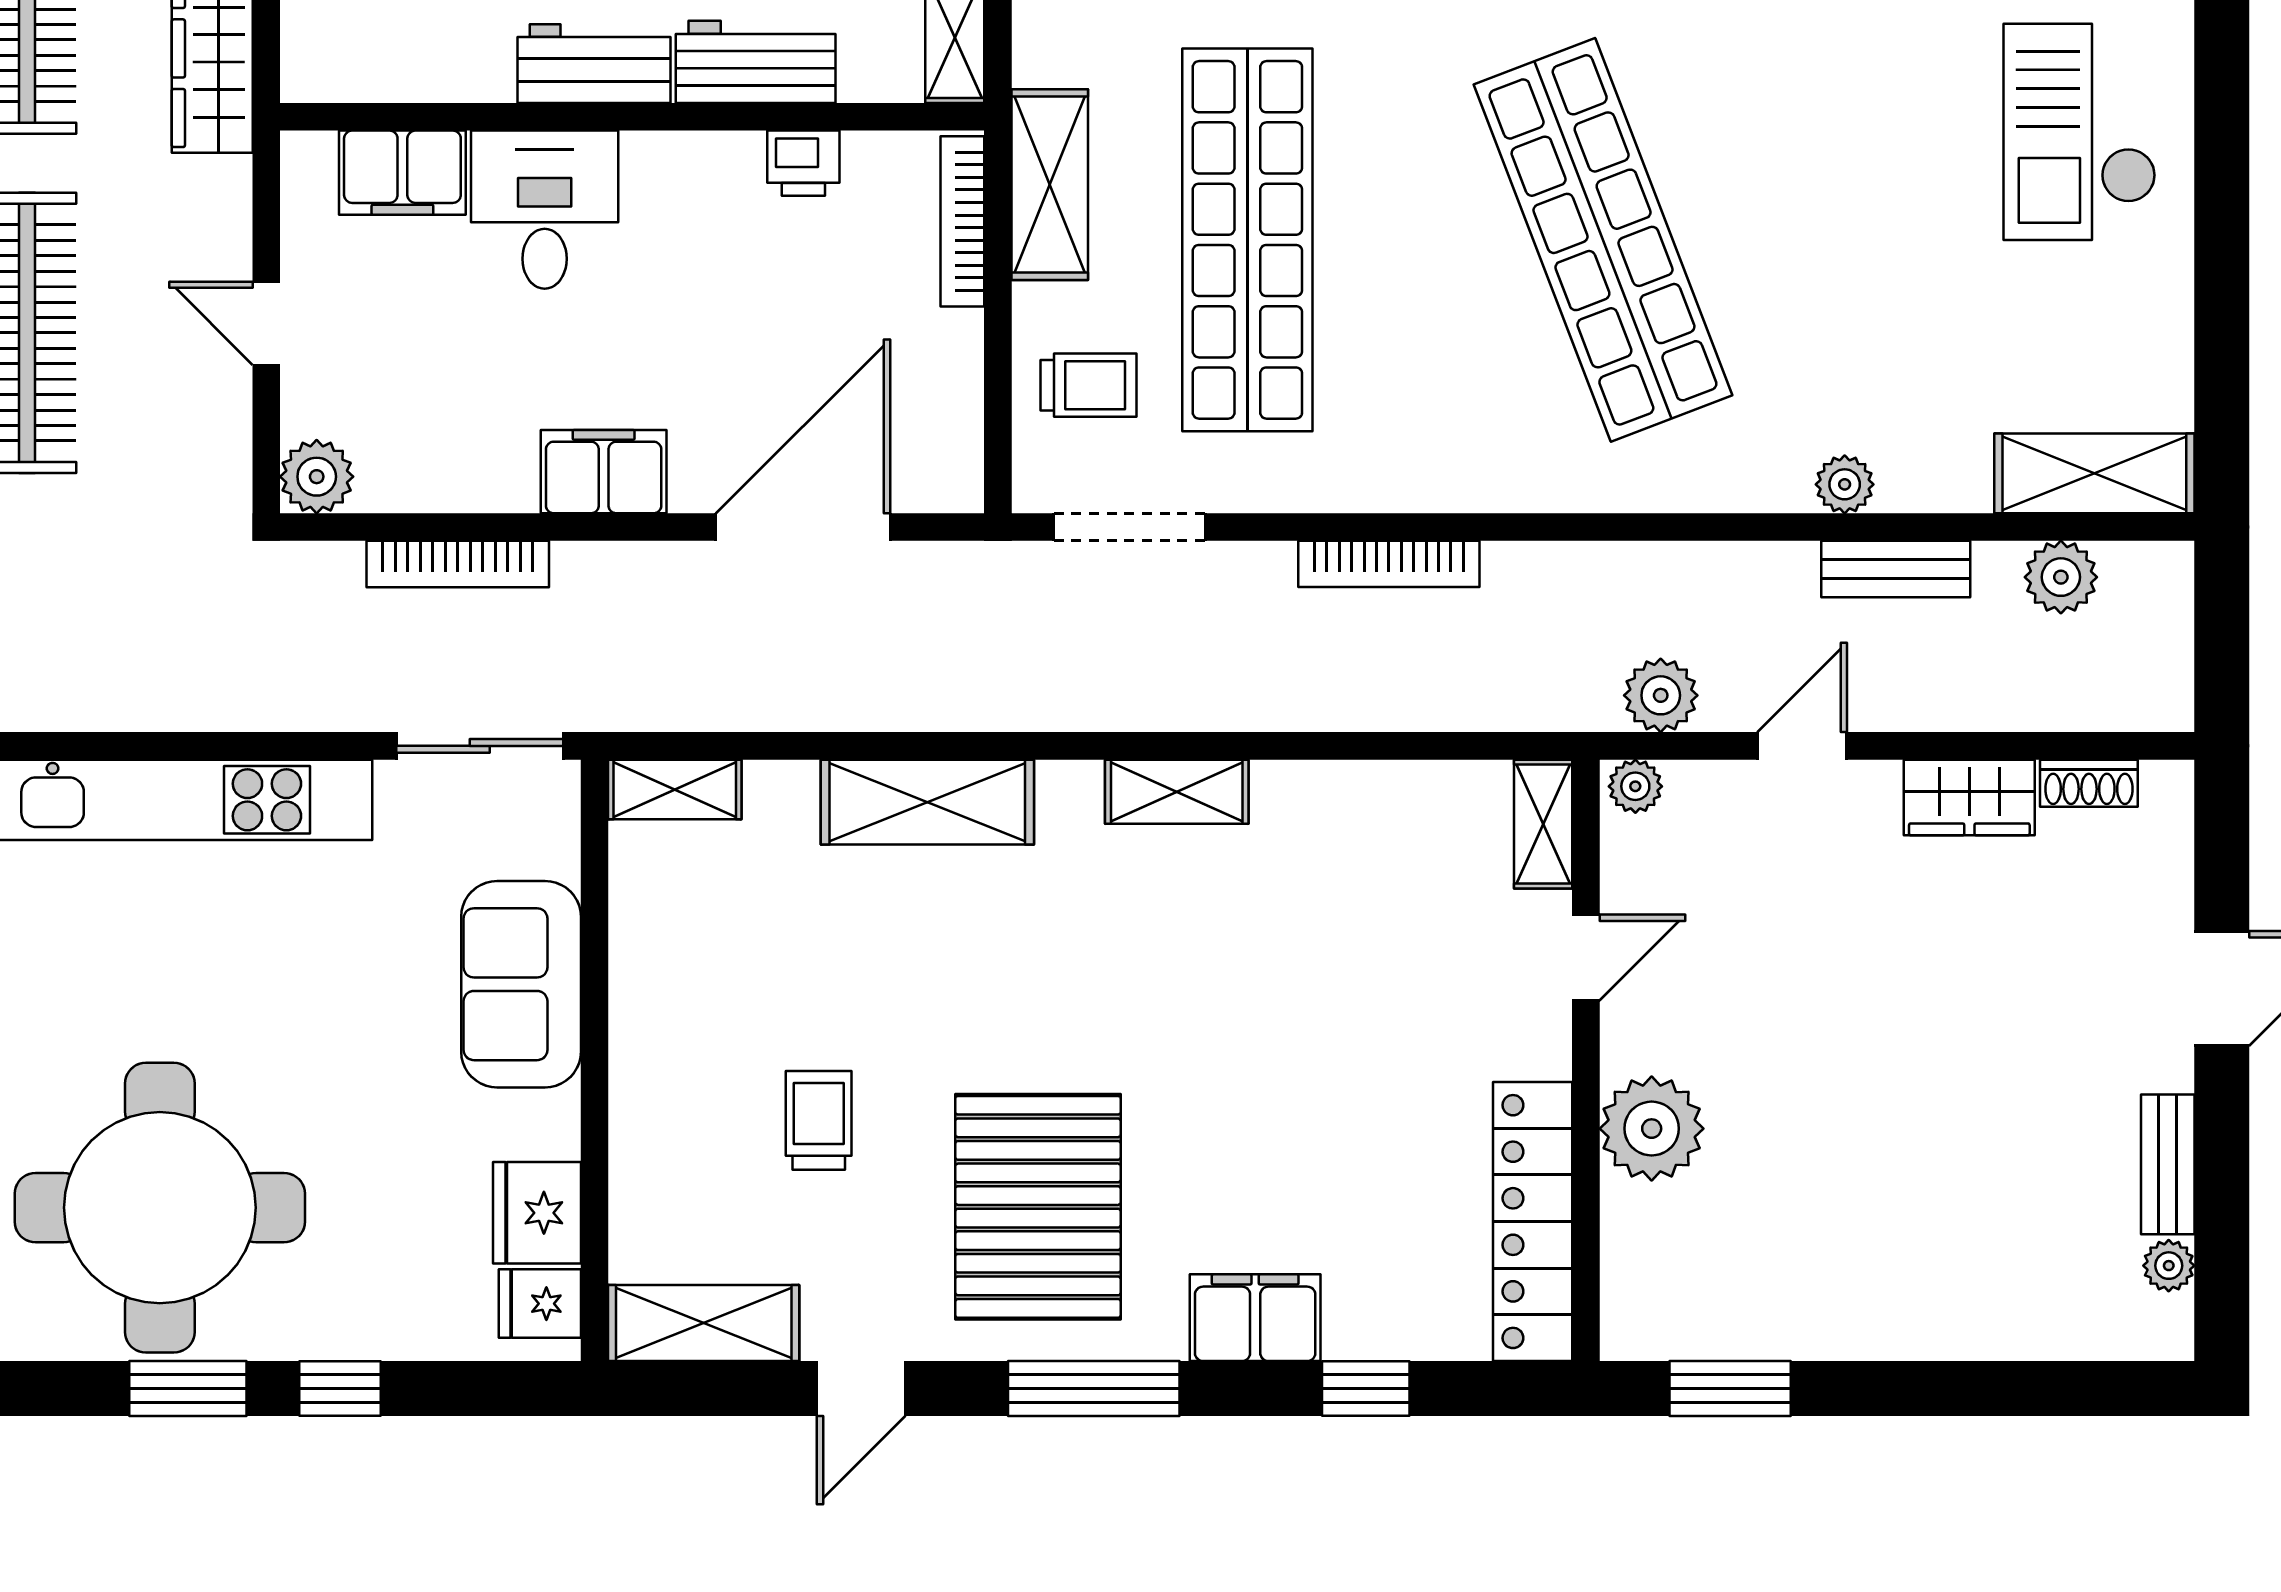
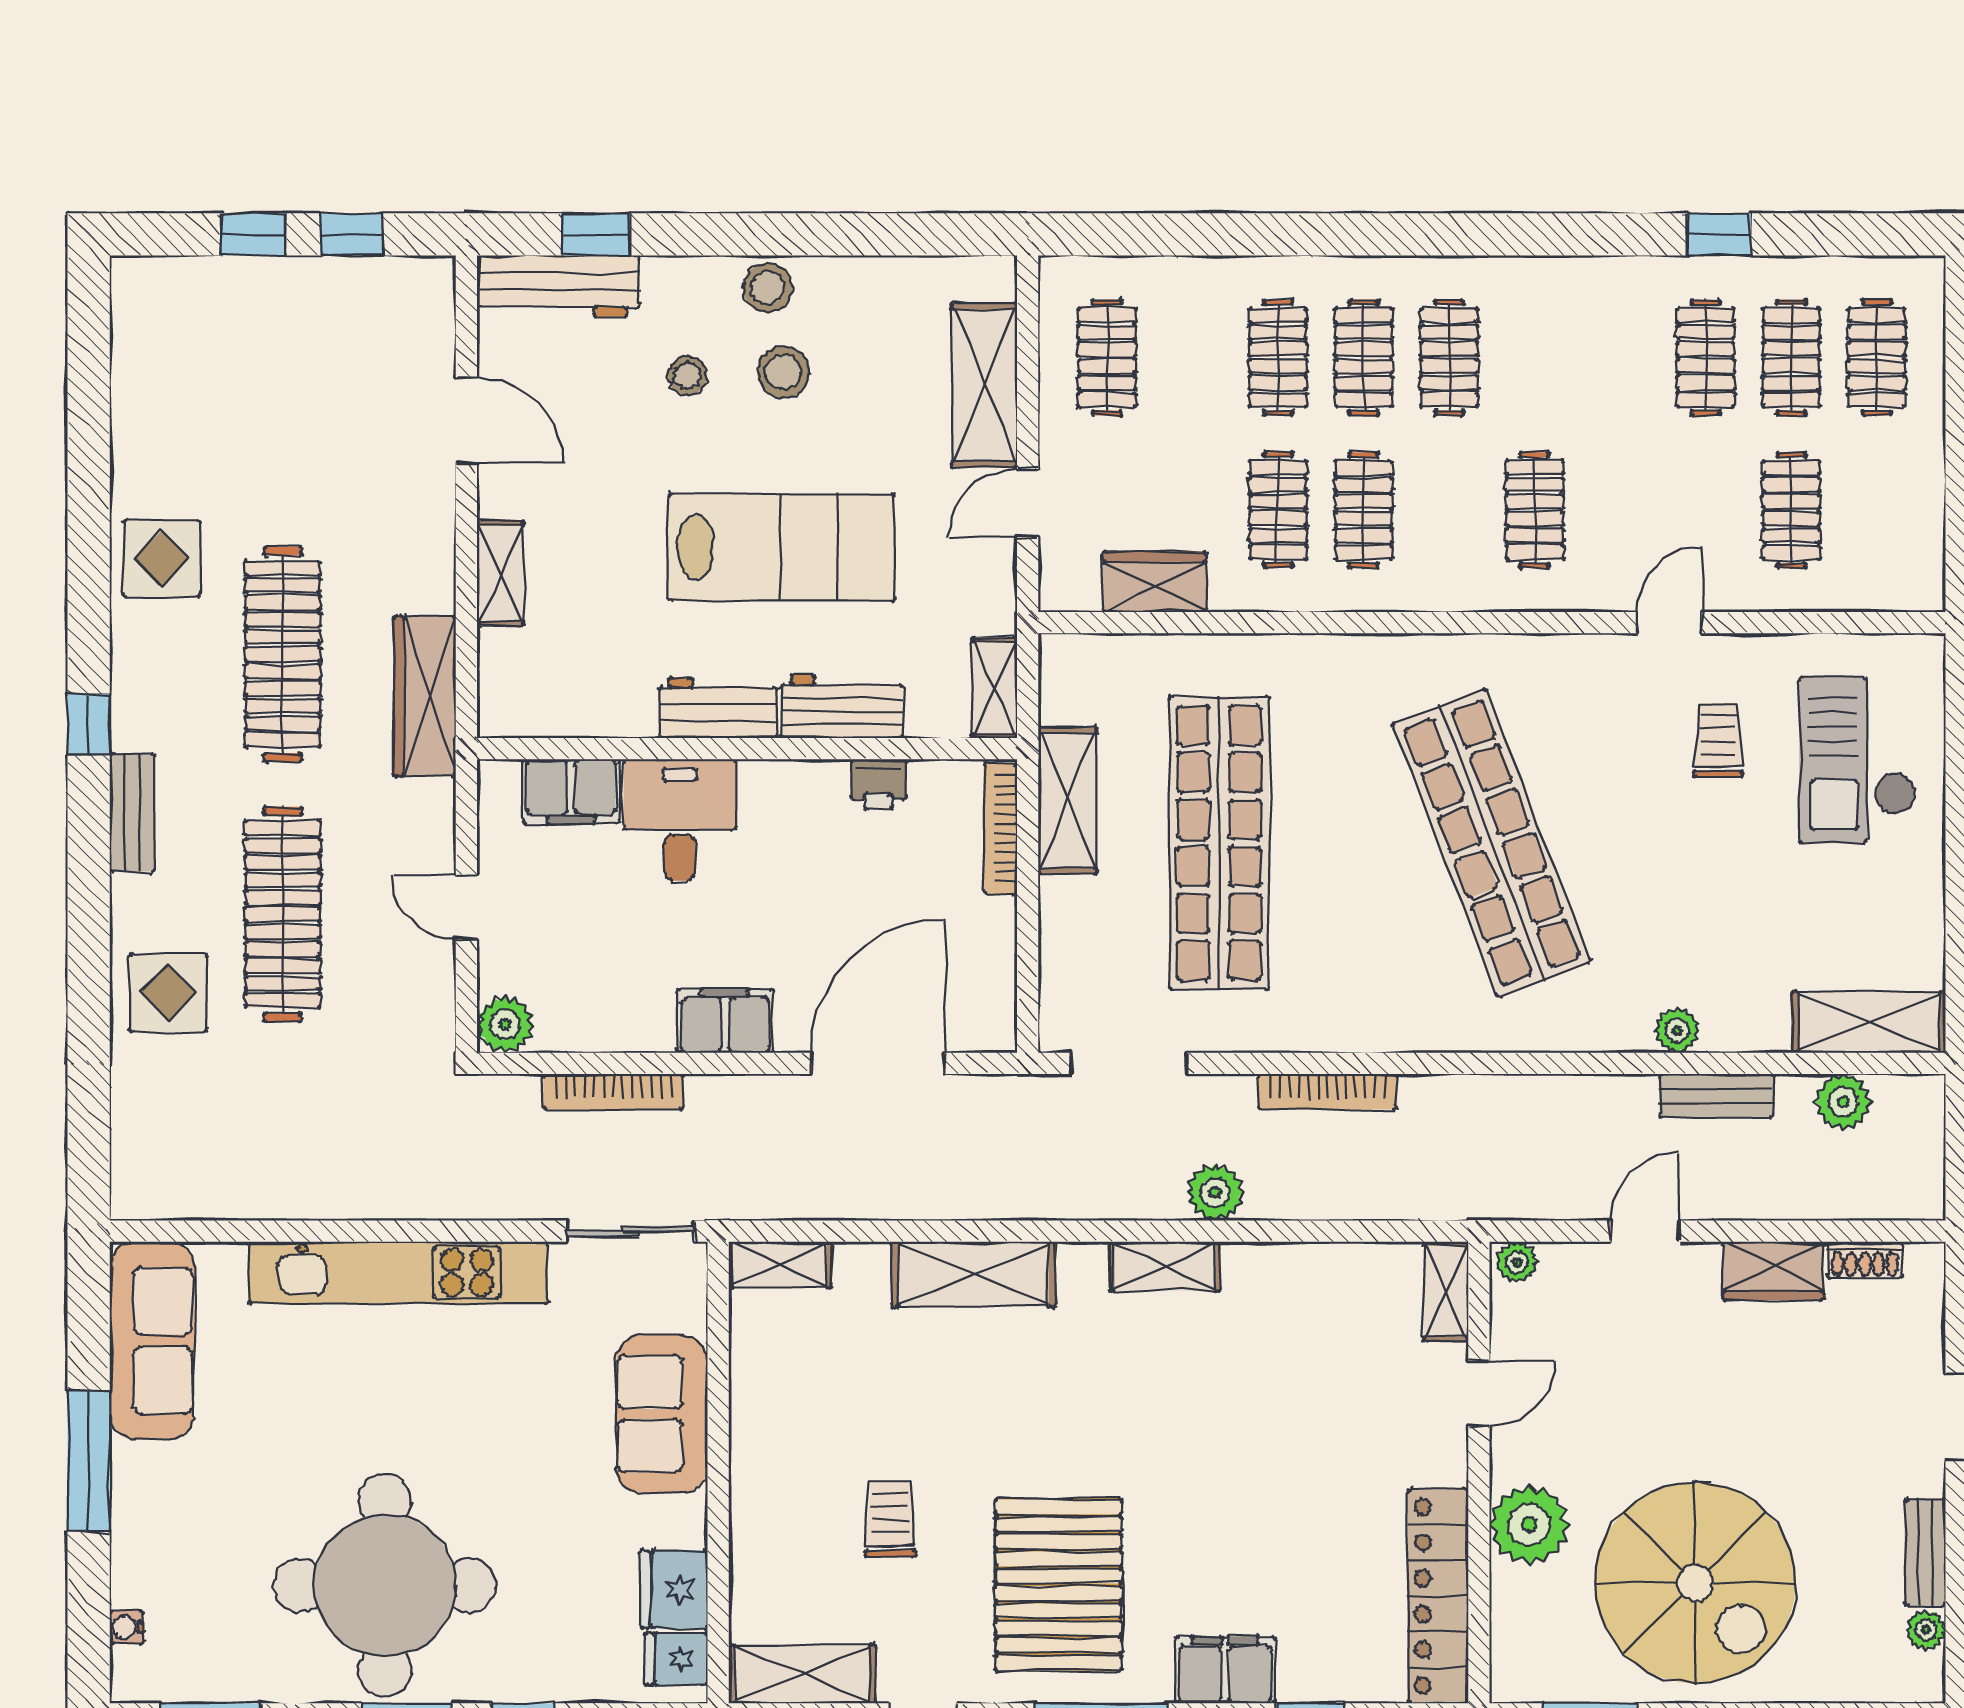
trolley: (1088, 385) -> (1718, 740), moved, turned -90
plant: (1661, 695) -> (1215, 1192), moved
spiral stairs: (1868, 1204) -> (1695, 1583), added

